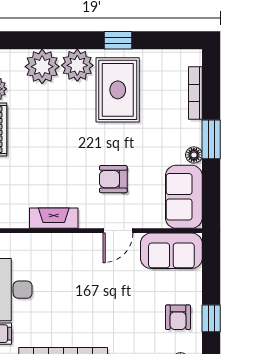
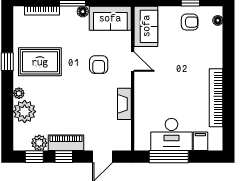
plant: (77, 65) -> (19, 93), width x0.53, depth x0.53

